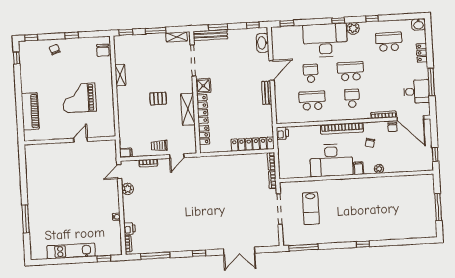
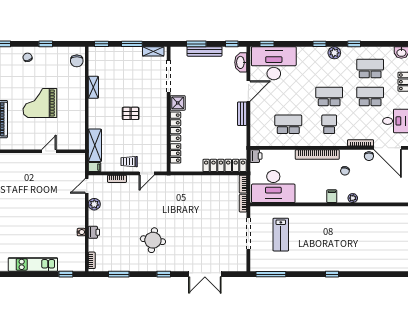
bench: (210, 35) -> (205, 51), moved
desk: (325, 40) -> (274, 63), moved
school desk: (311, 73) -> (370, 96), moved, width x1.85
grand piano: (79, 98) -> (40, 103), moved
shelving: (188, 109) -> (95, 145), moved
desk: (331, 160) -> (273, 187), moved
round table: (187, 221) -> (153, 240), added
printer: (129, 229) -> (94, 232), moved
window: (155, 256) -> (119, 274), width x0.69

